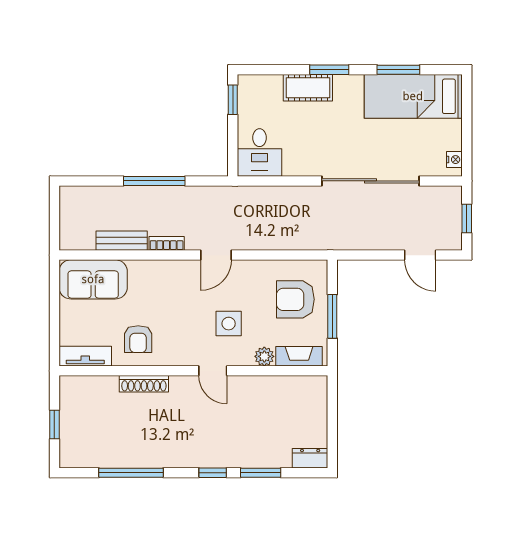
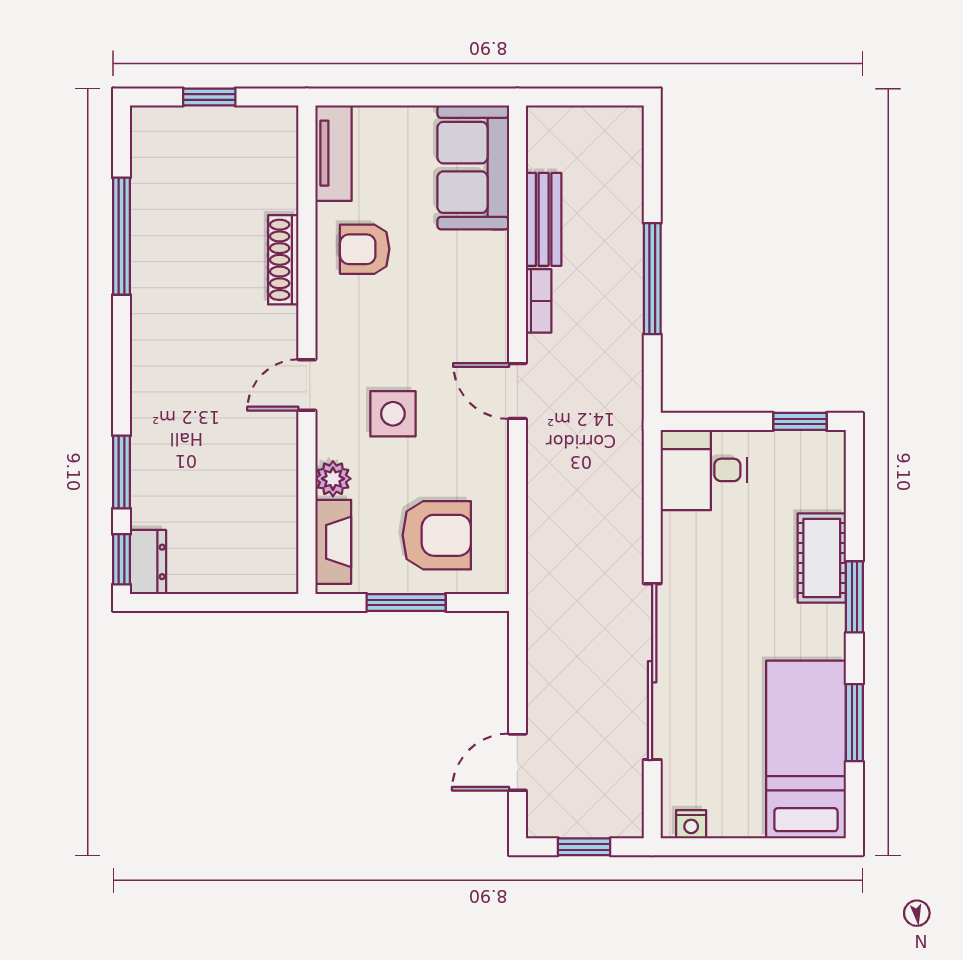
armchair: (295, 299) -> (437, 535), turned 90
window: (213, 473) -> (122, 559), moved

